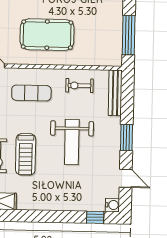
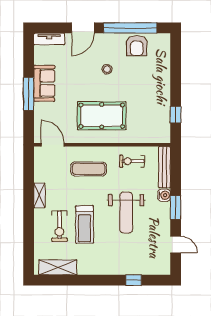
window: (129, 35) -> (176, 115), width x0.46
water cooler: (112, 205) -> (164, 195), moved
window: (95, 217) -> (134, 280), moved

